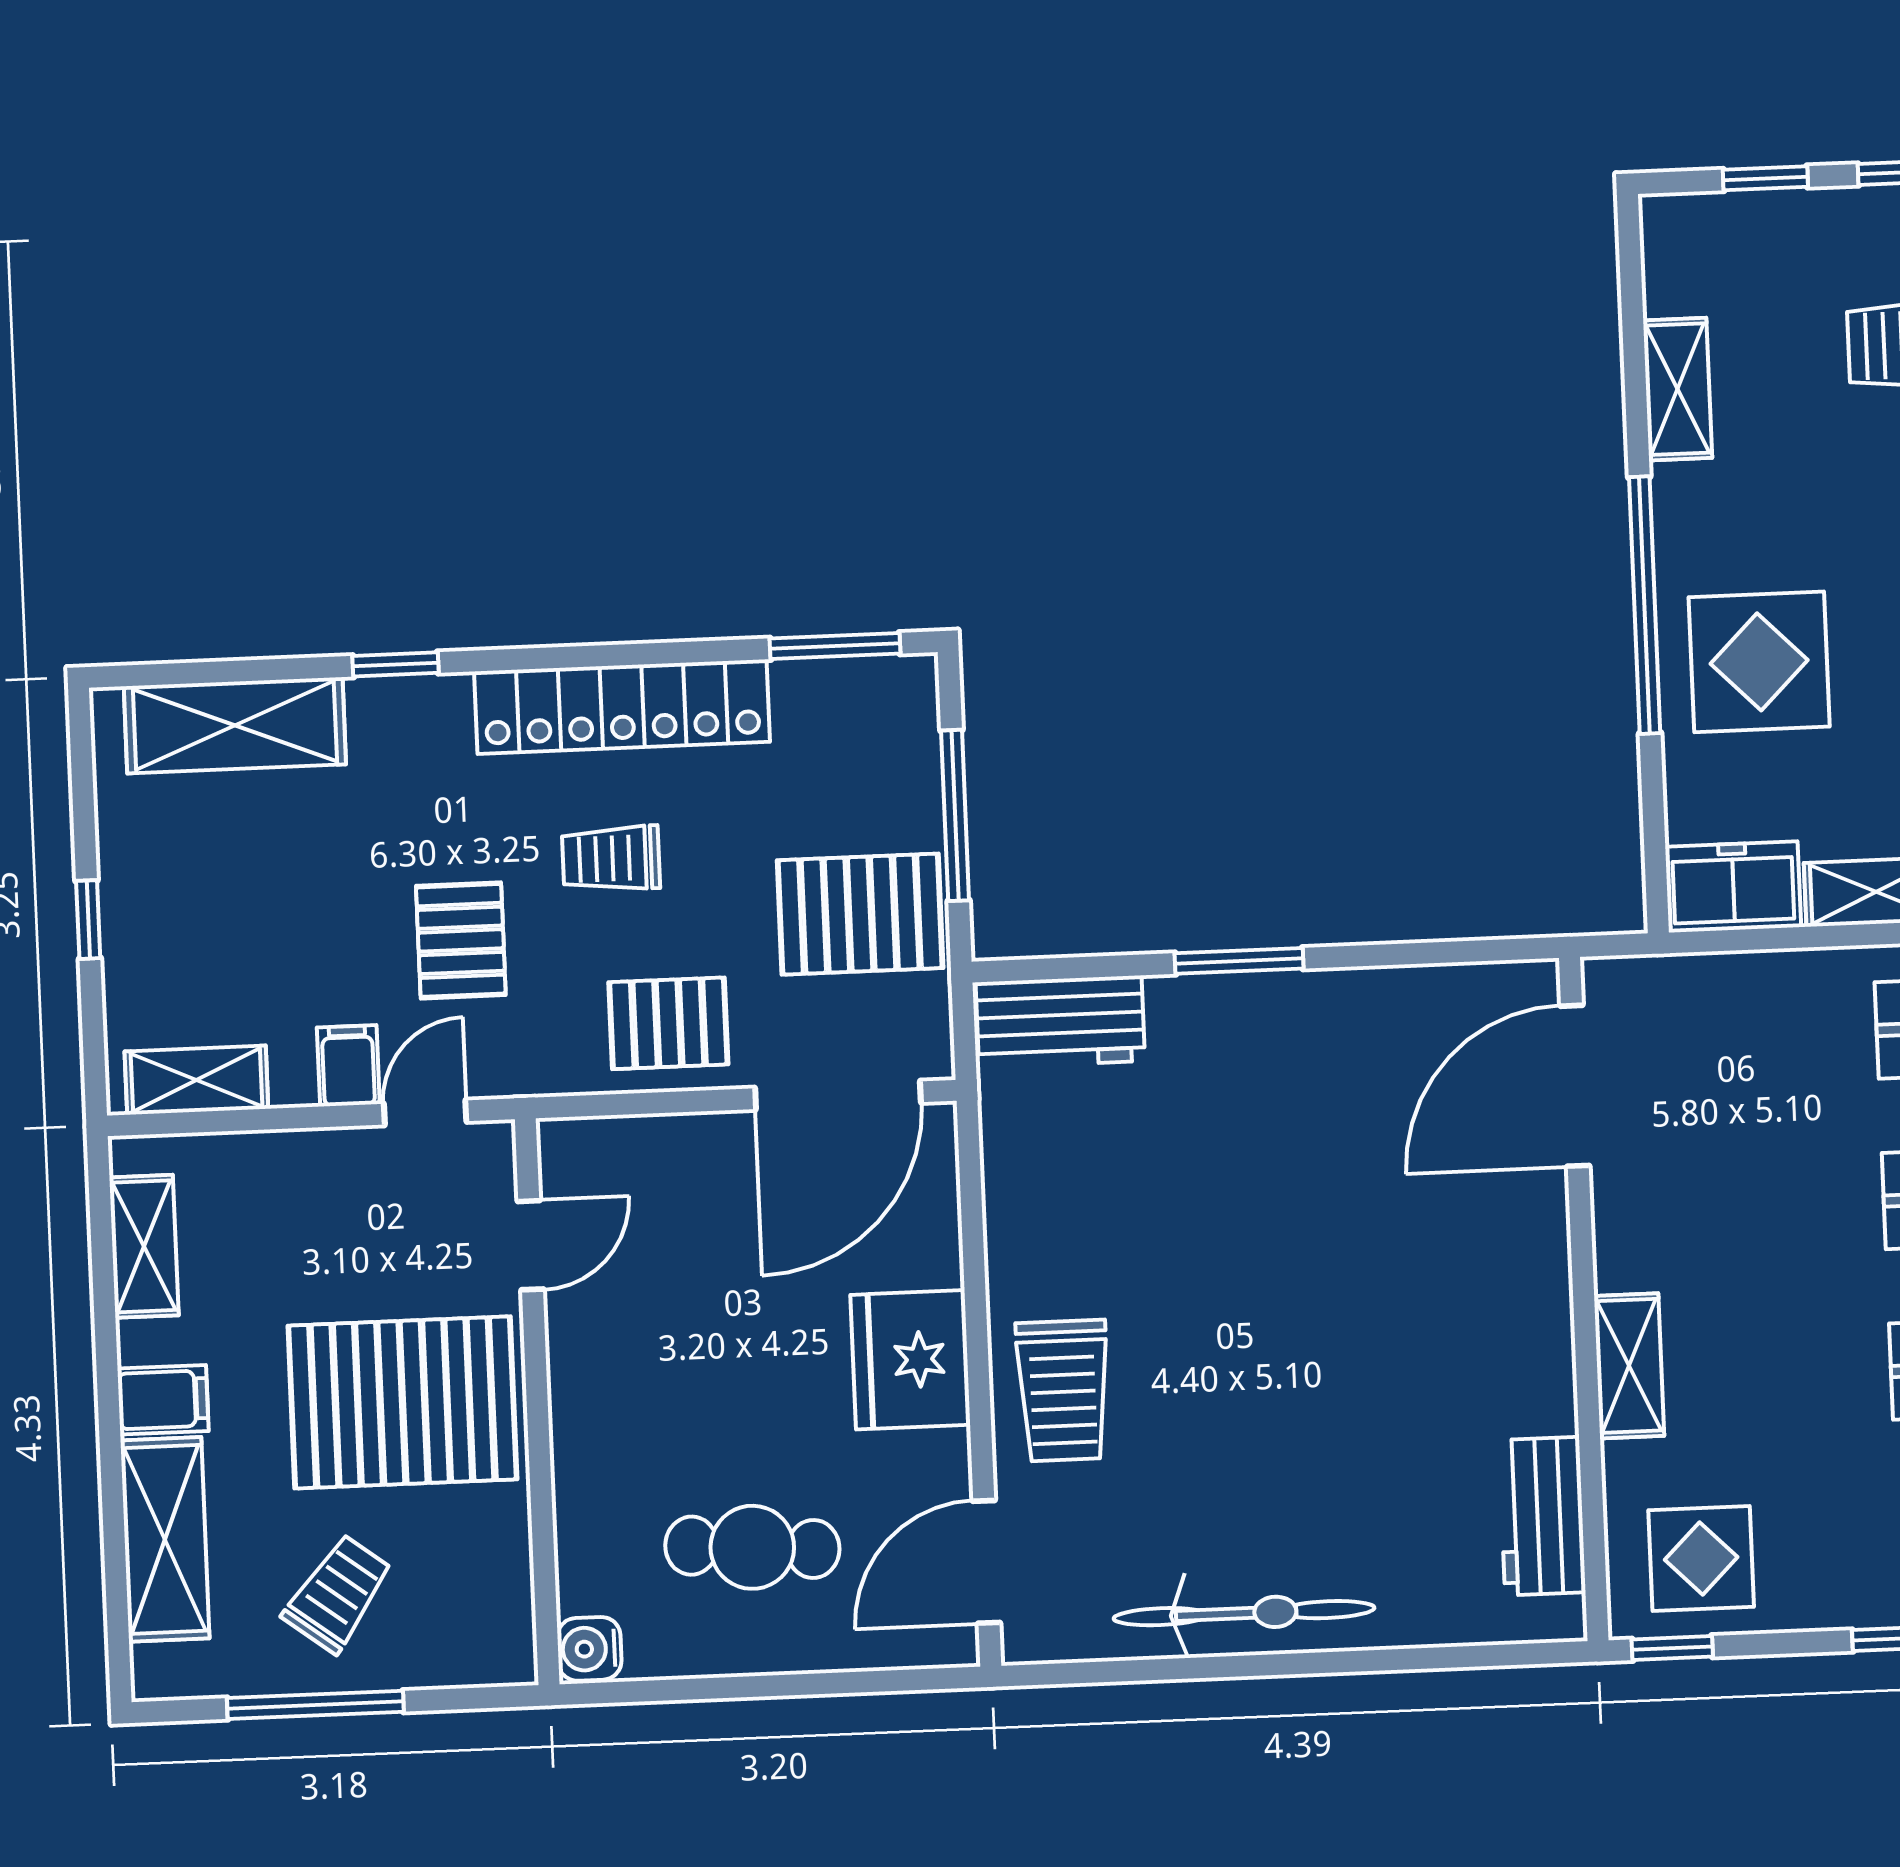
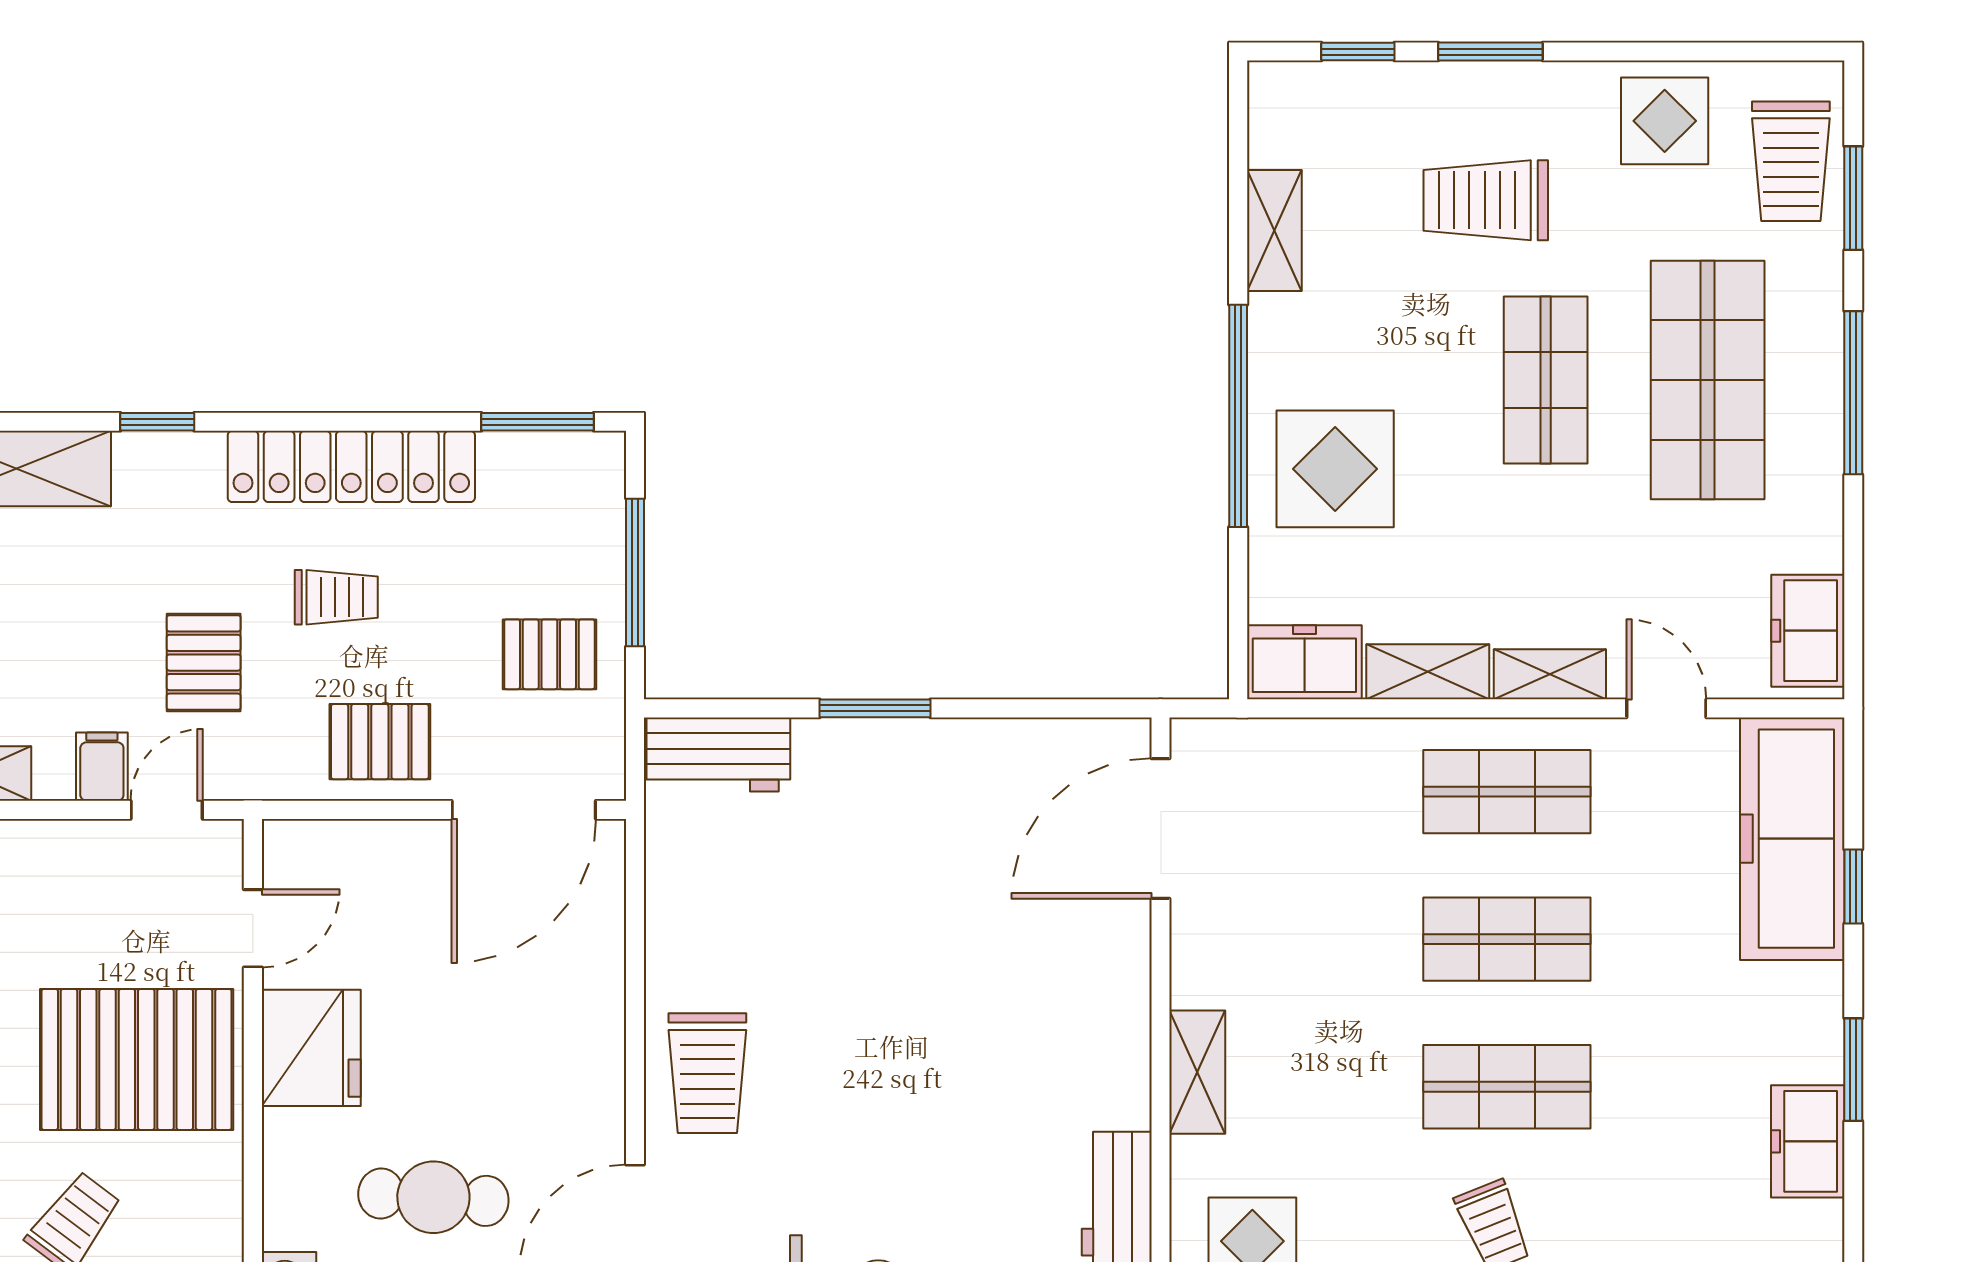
trolley: (611, 858) -> (336, 597), turned 180
pallet: (860, 914) -> (549, 654), width x0.67, depth x0.71
fridge: (910, 1360) -> (311, 1048), moved, turned 180

